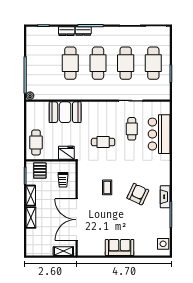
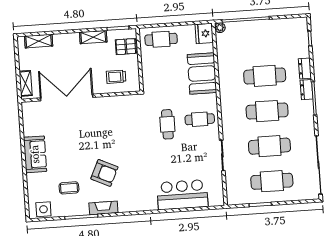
cafe table: (132, 129) -> (200, 119), moved
fridge: (66, 153) -> (204, 33), moved, turned 180
coffee table: (107, 187) -> (69, 188), moved
shelving: (31, 217) -> (39, 41), moved

